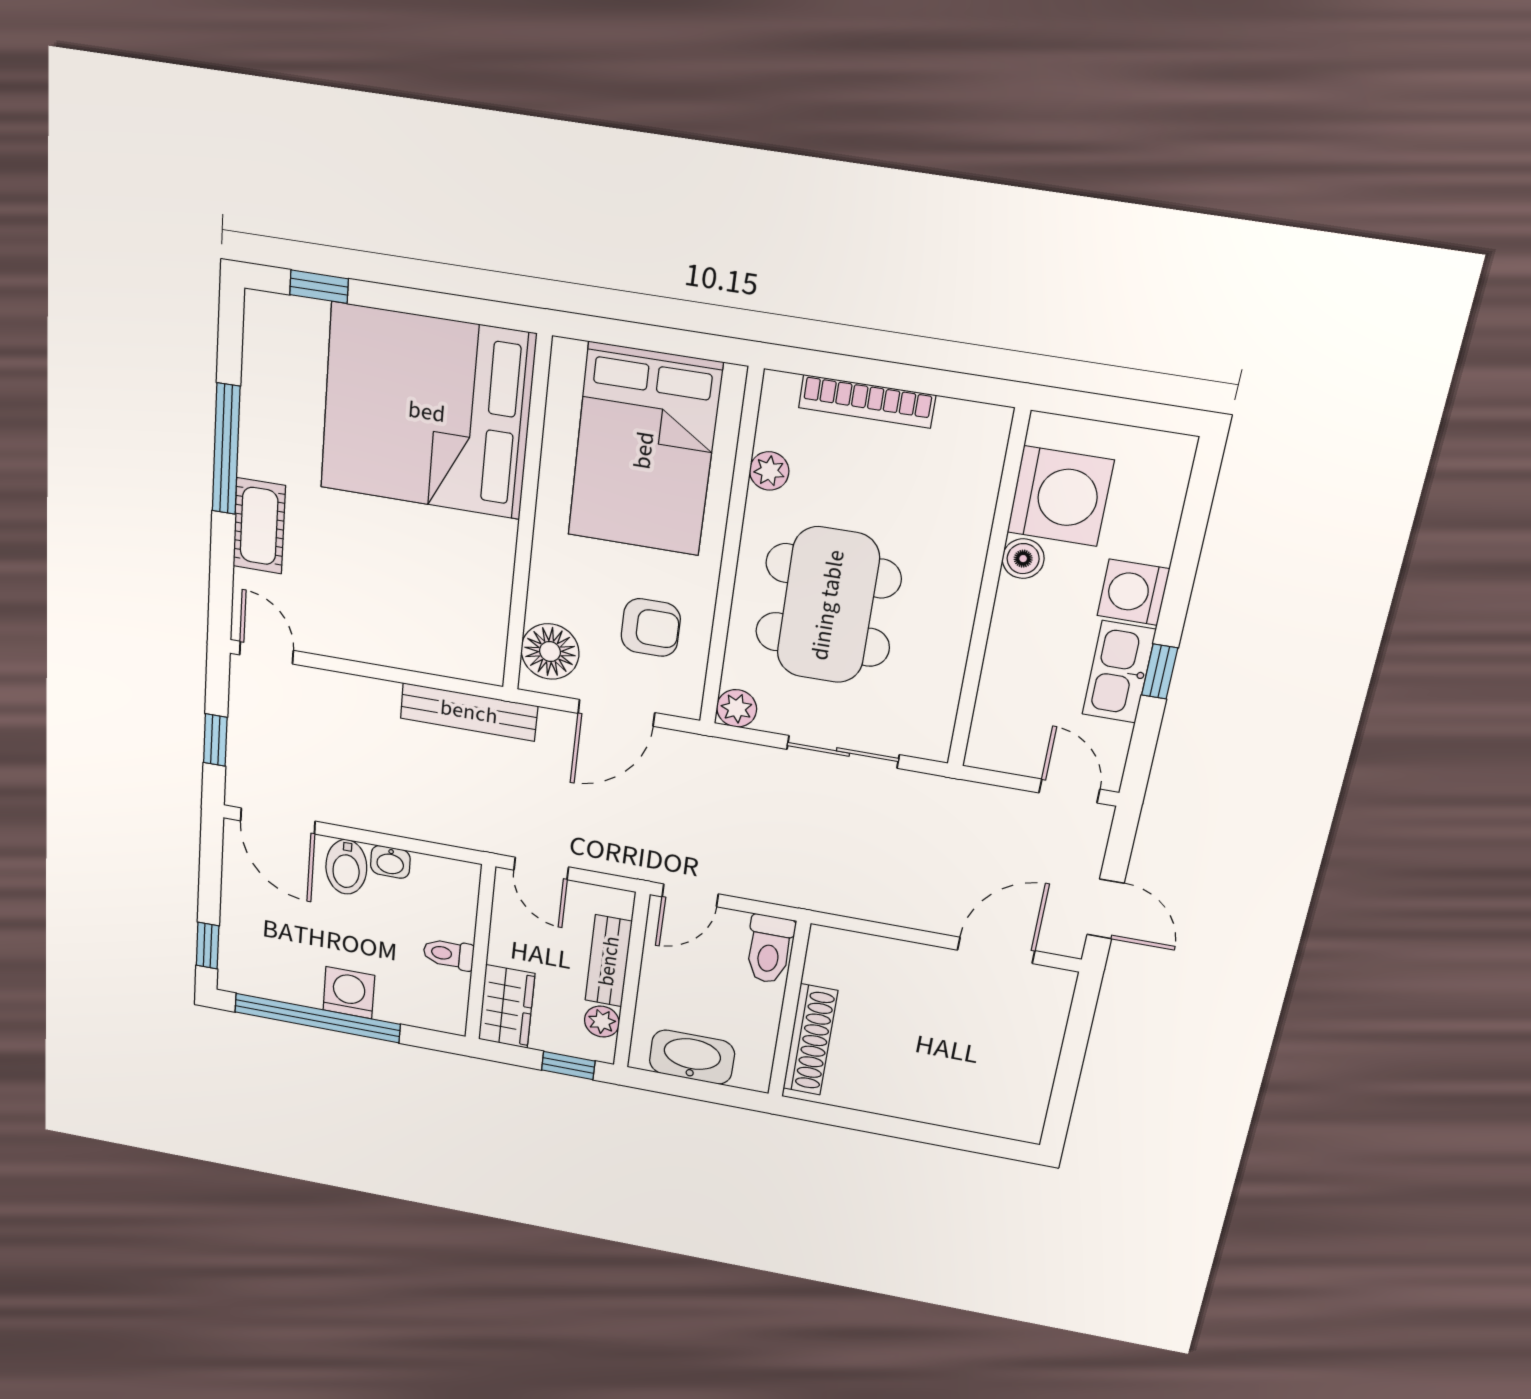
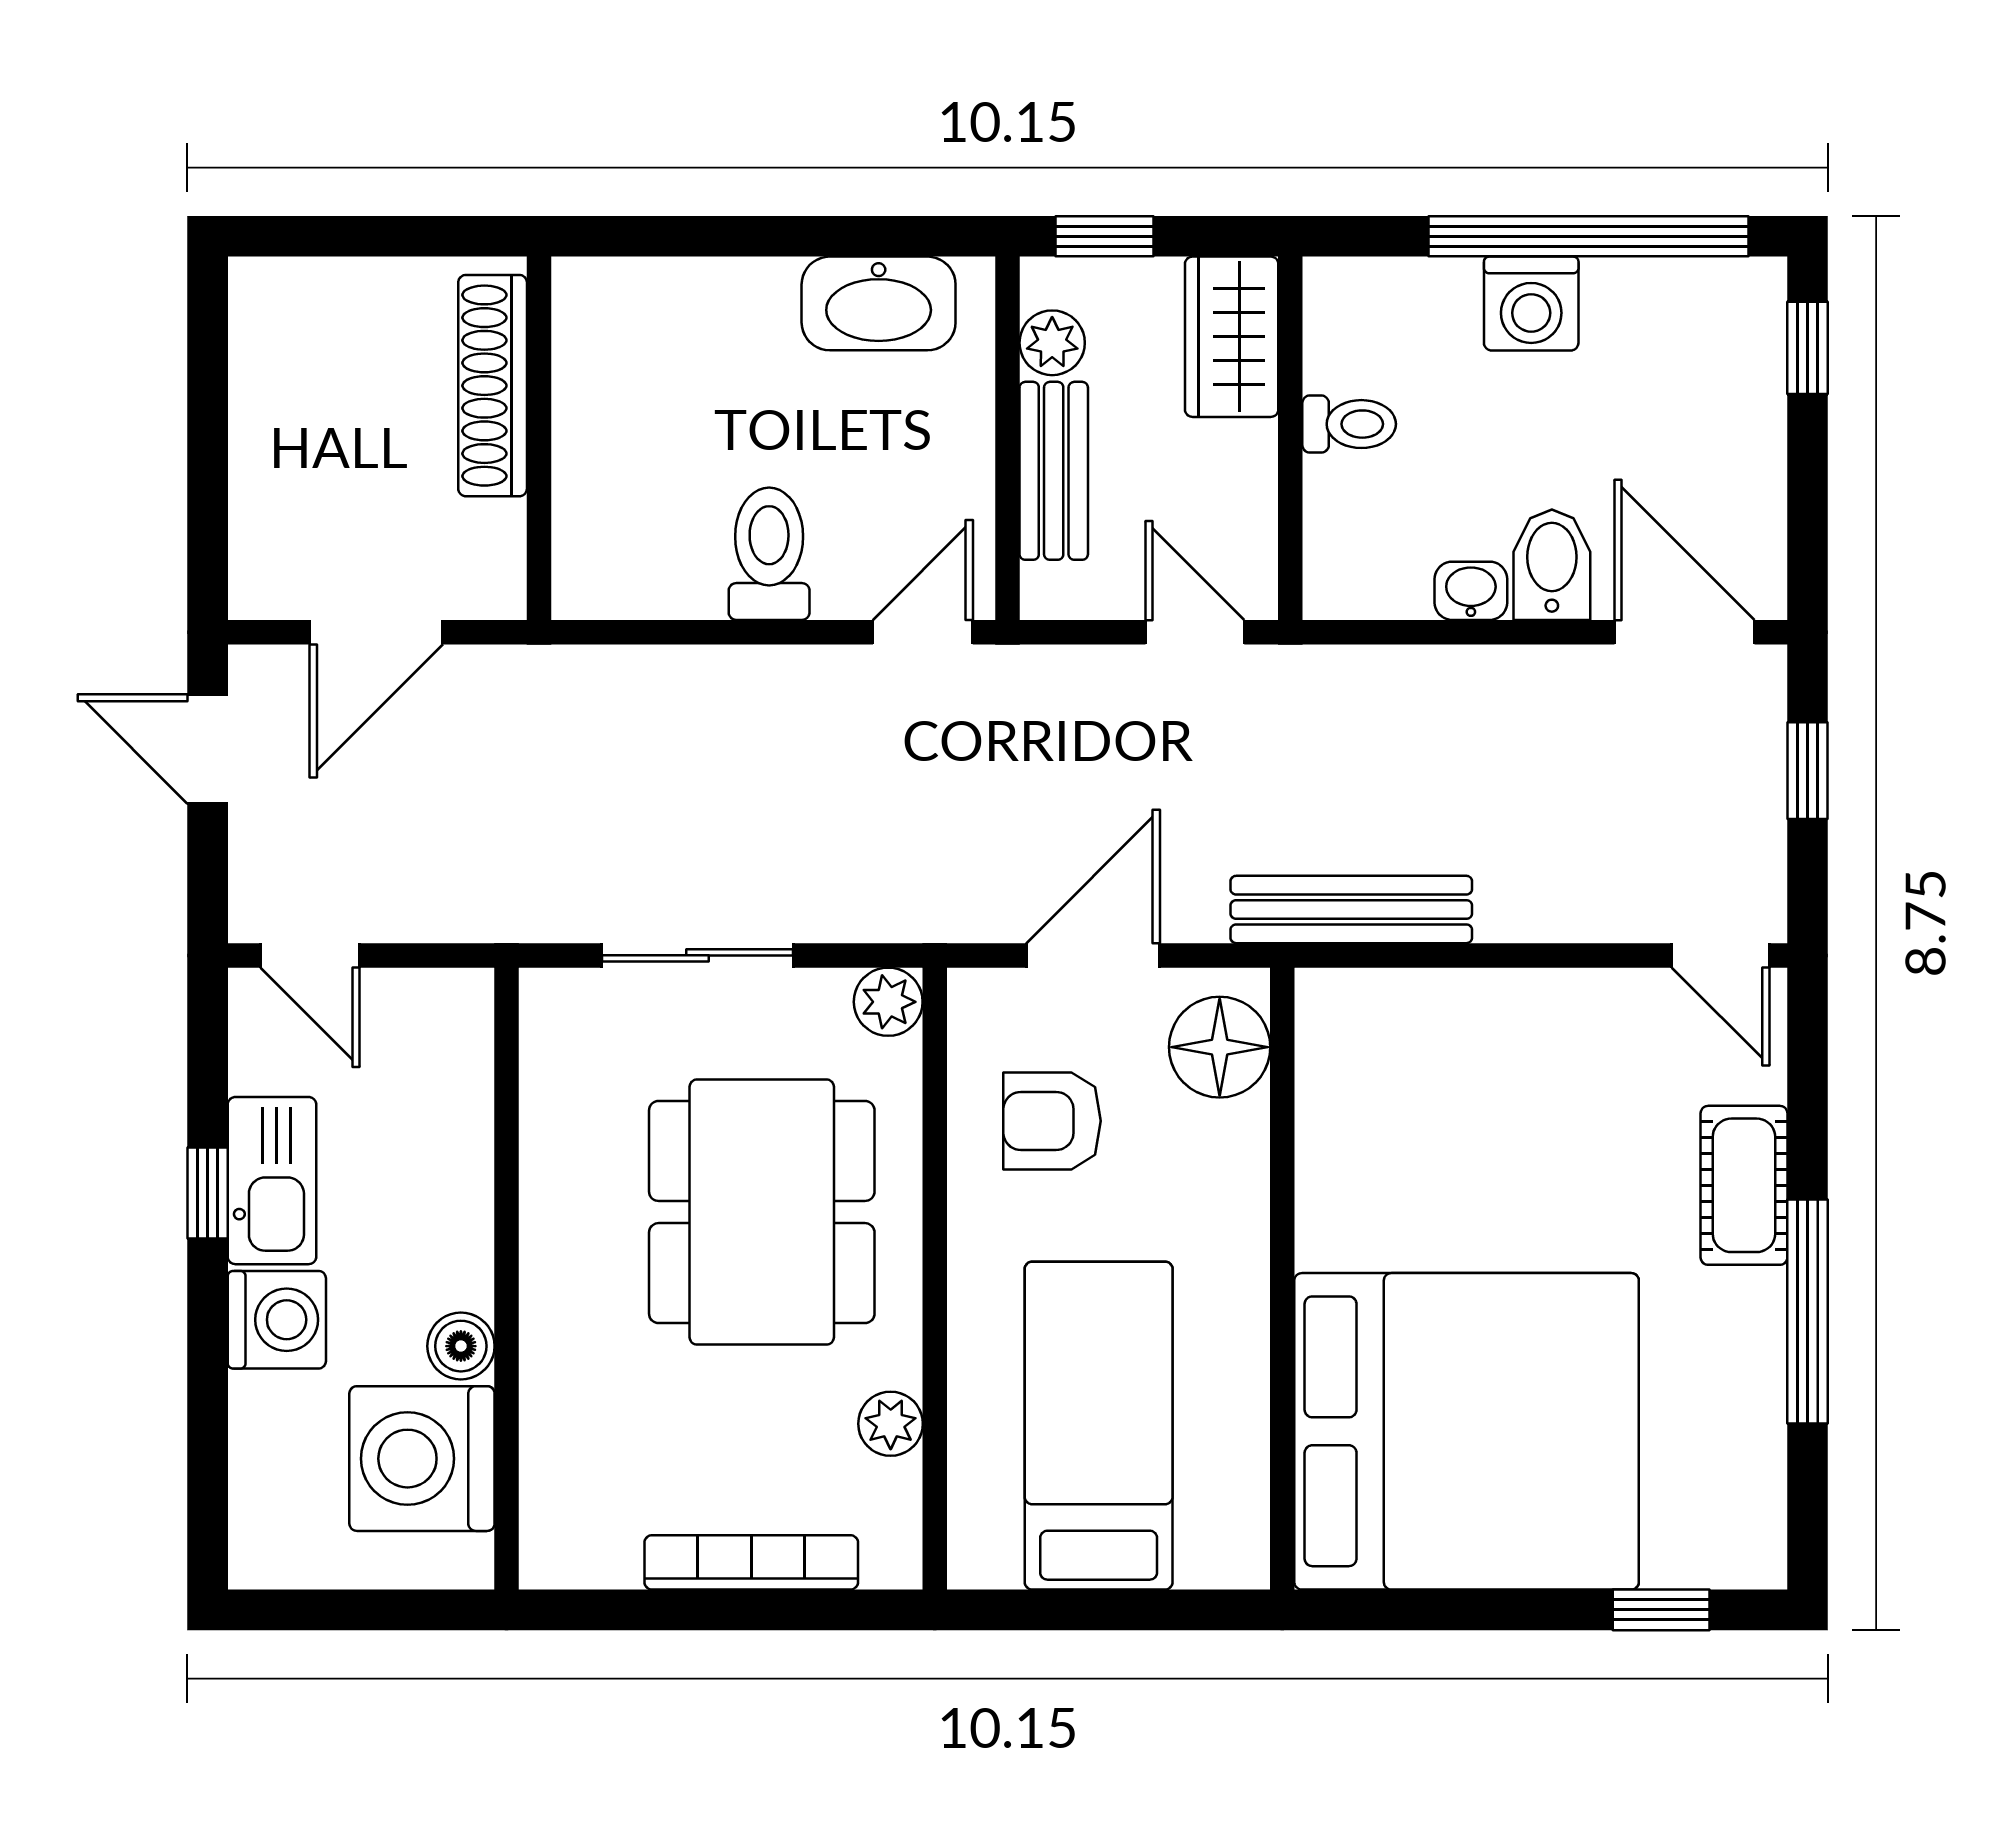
bed: (644, 450) -> (1099, 1426), width x0.67
wall: (789, 1010) -> (539, 438), moved
shoe rack: (810, 1040) -> (493, 386), moved

